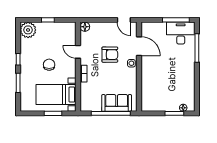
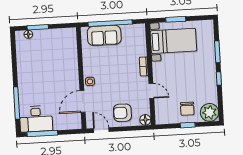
door: (139, 46) -> (82, 101), hinge flipped
armchair: (110, 55) -> (122, 113), moved
chair: (49, 65) -> (187, 109), moved

